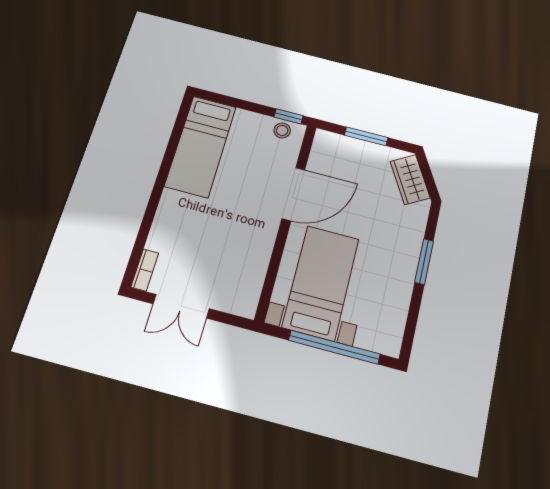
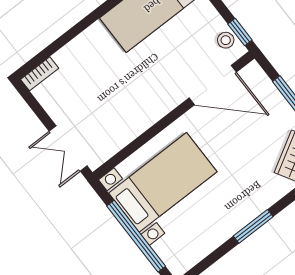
door: (293, 194) -> (213, 85), moved
double door: (181, 306) -> (68, 149), moved

